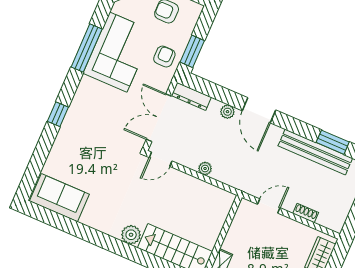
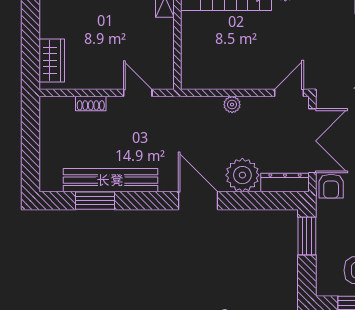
armchair: (164, 57) -> (331, 186), moved
plant: (227, 112) -> (242, 175), width x1.87, depth x1.87
door: (269, 206) -> (138, 93), swing flipped

